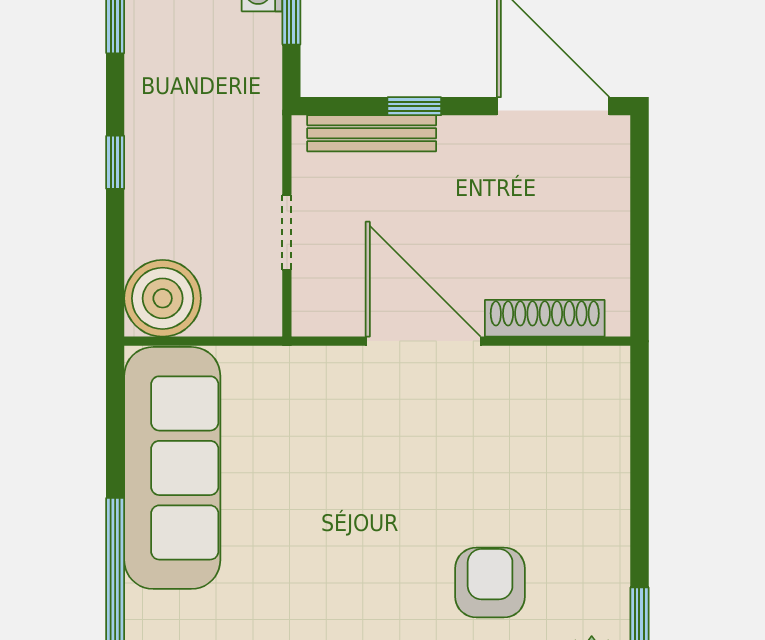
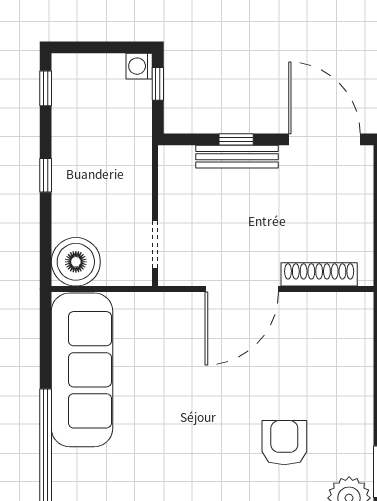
bench: (372, 133) -> (237, 157), moved
doorway: (287, 232) -> (155, 245), moved
door: (423, 341) -> (242, 289), swing flipped

